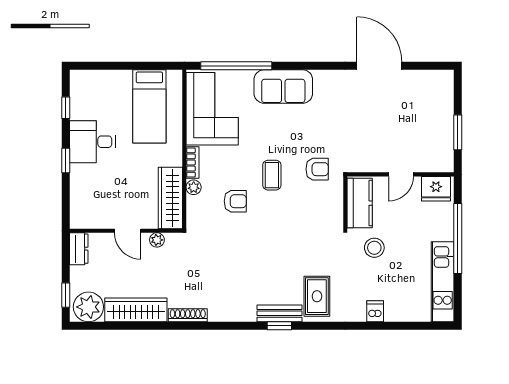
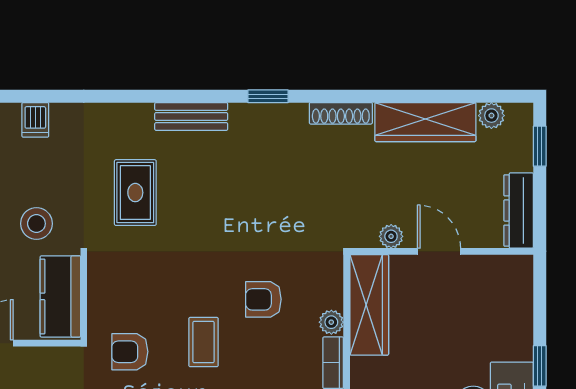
dresser: (79, 249) -> (519, 210), width x1.44
rug: (317, 296) -> (135, 193), moved
plant: (88, 307) -> (491, 116), width x0.53, depth x0.53
window: (279, 326) -> (268, 96), moved

